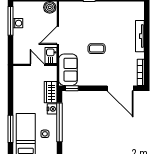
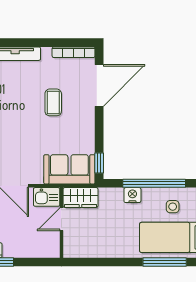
coffee table: (97, 49) -> (53, 102), moved
wardrobe: (51, 92) -> (80, 197), moved

